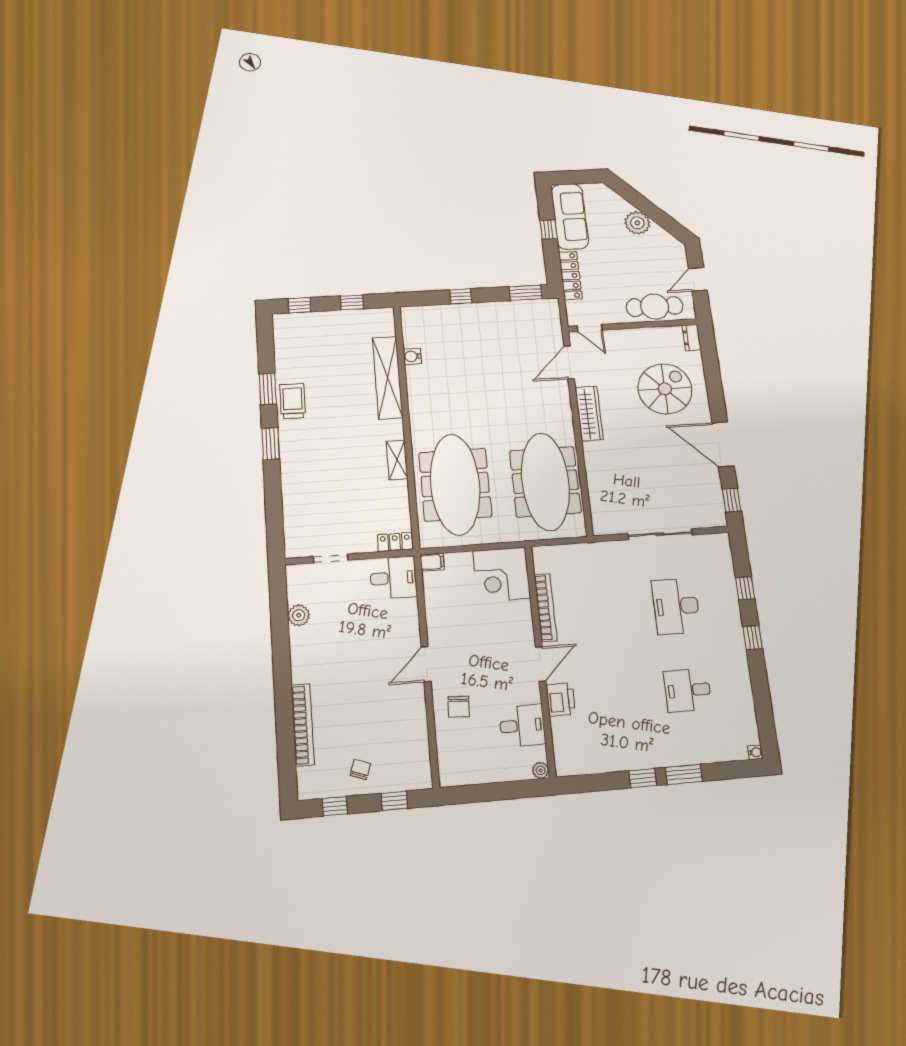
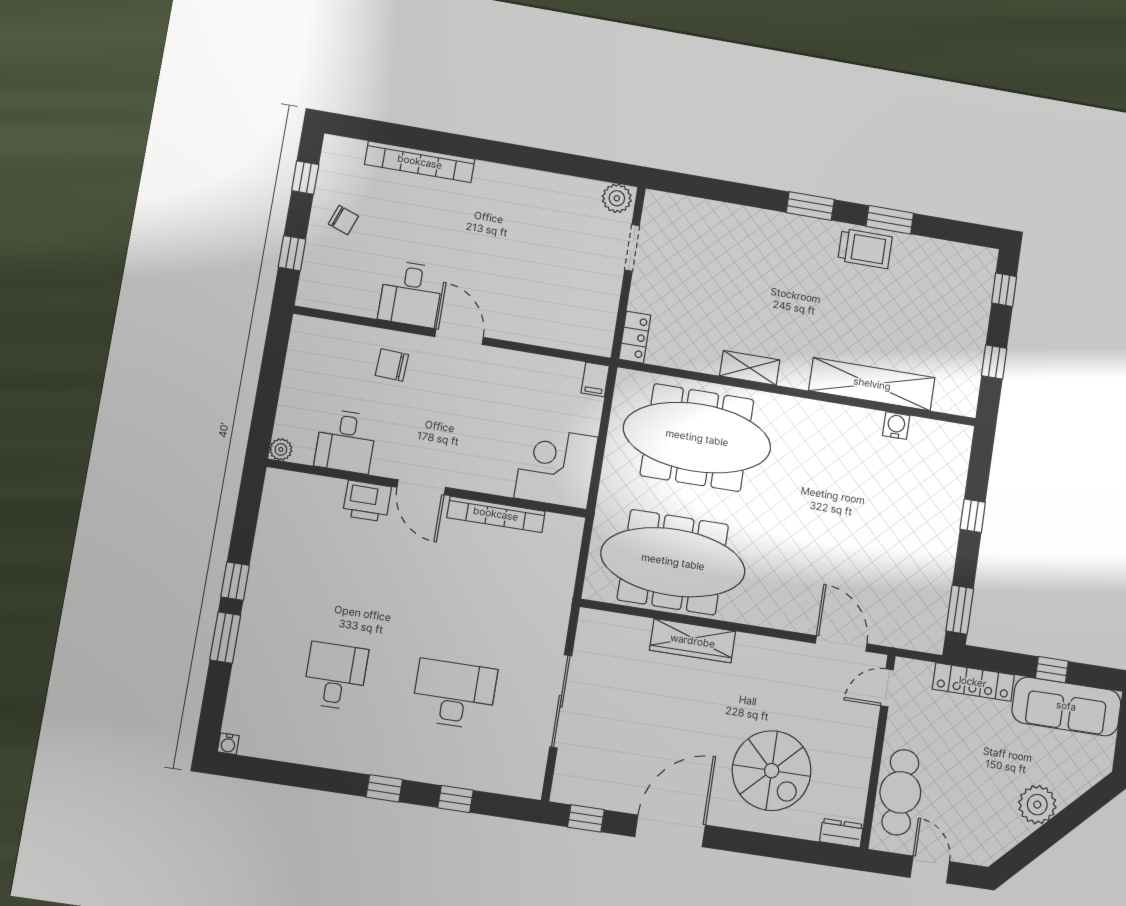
wardrobe: (589, 414) -> (693, 641), moved
desk: (393, 578) -> (411, 294), moved
plant: (299, 615) -> (617, 198), moved

